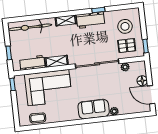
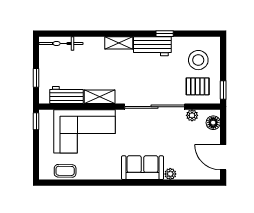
bicycle: (30, 27) -> (61, 43), width x0.73, depth x0.71
floor lamp: (142, 81) -> (213, 123), moved

